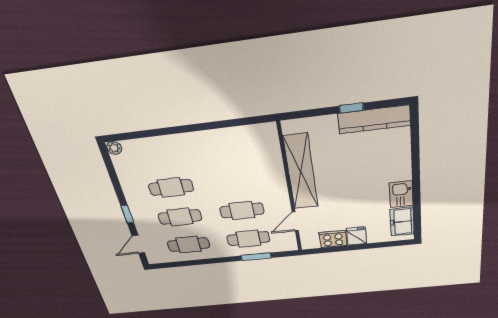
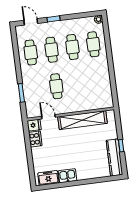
fridge: (357, 236) -> (34, 125), moved
cafe table: (248, 239) -> (93, 44), moved

